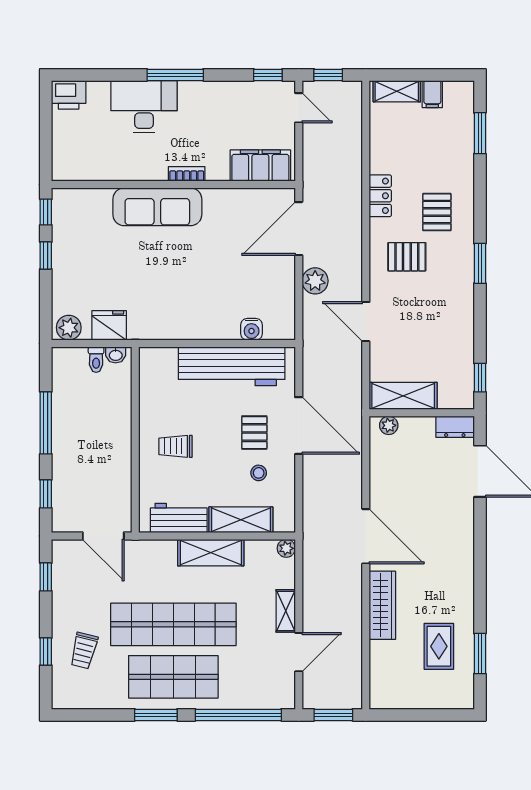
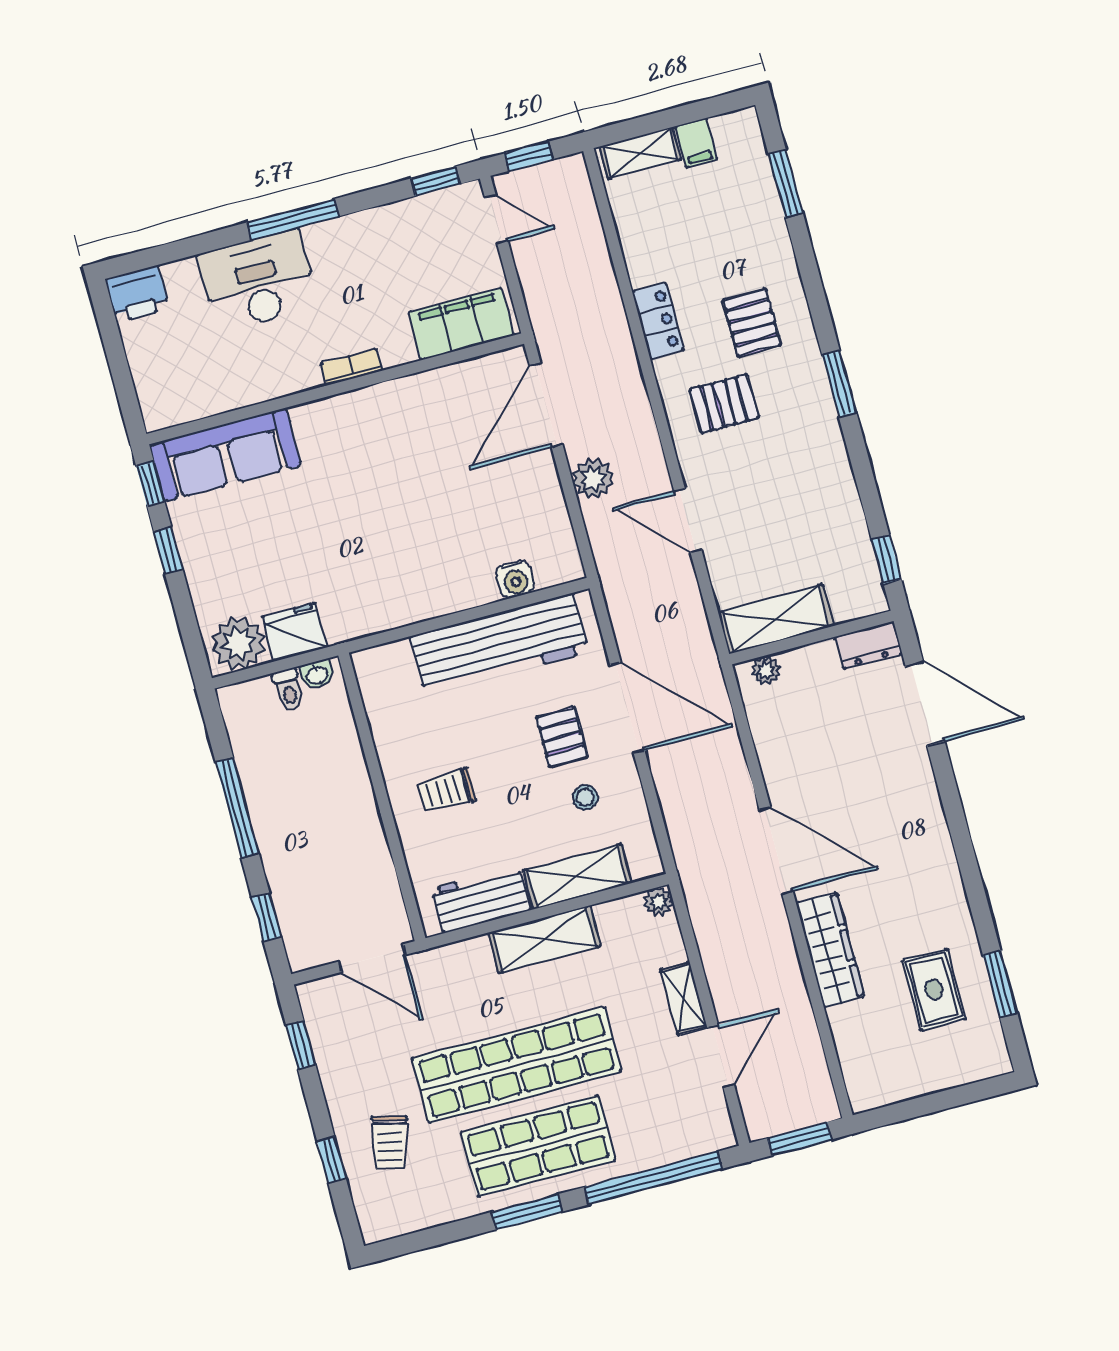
sofa: (157, 207) -> (225, 455), moved
plant: (69, 328) -> (238, 643), width x1.36, depth x1.36

